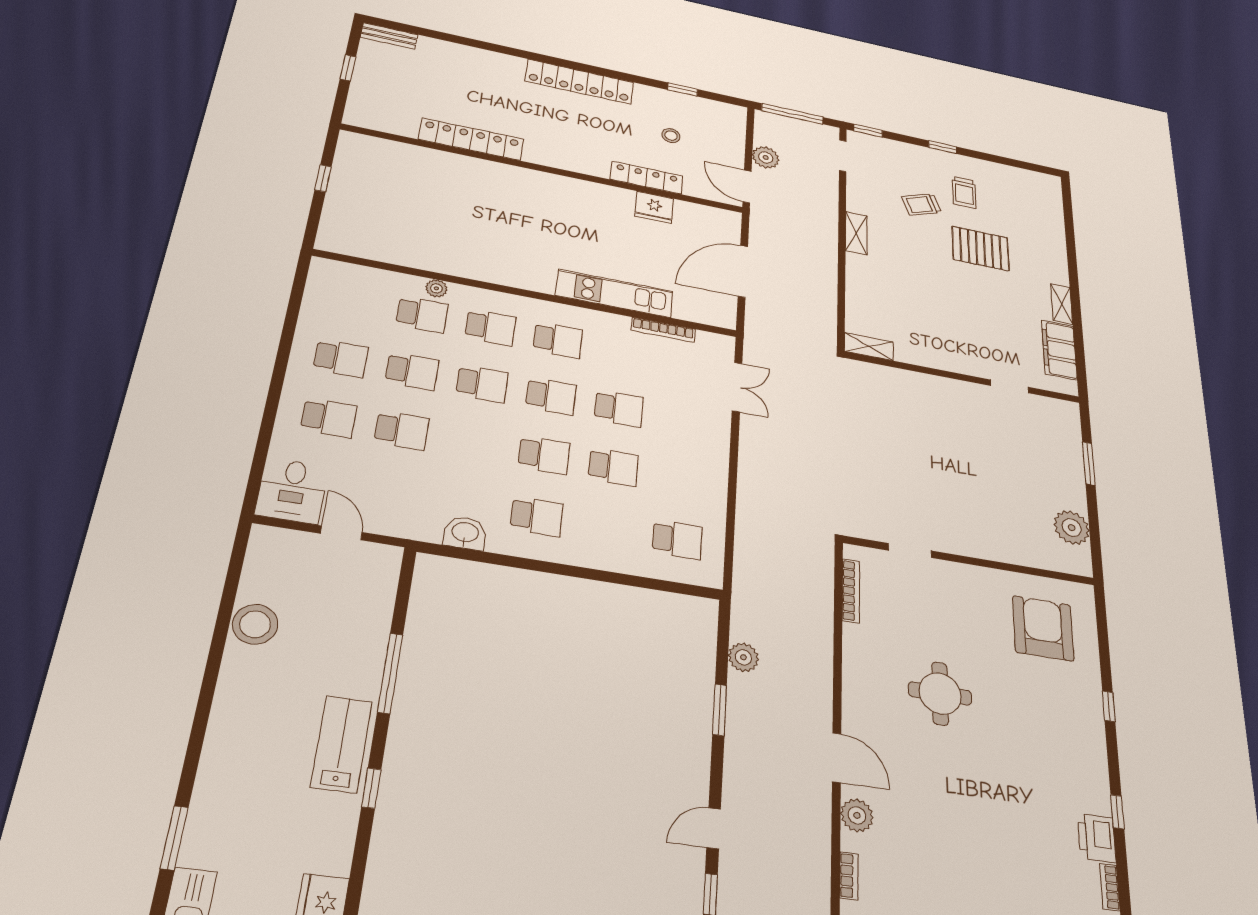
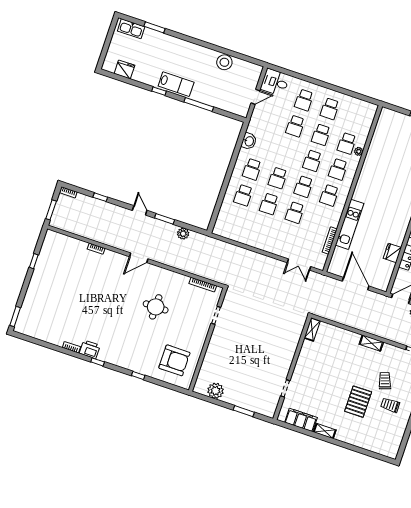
school desk: (677, 540) -> (243, 195), moved
plant: (857, 815) -> (116, 259), removed
door: (714, 828) -> (140, 210), moved

